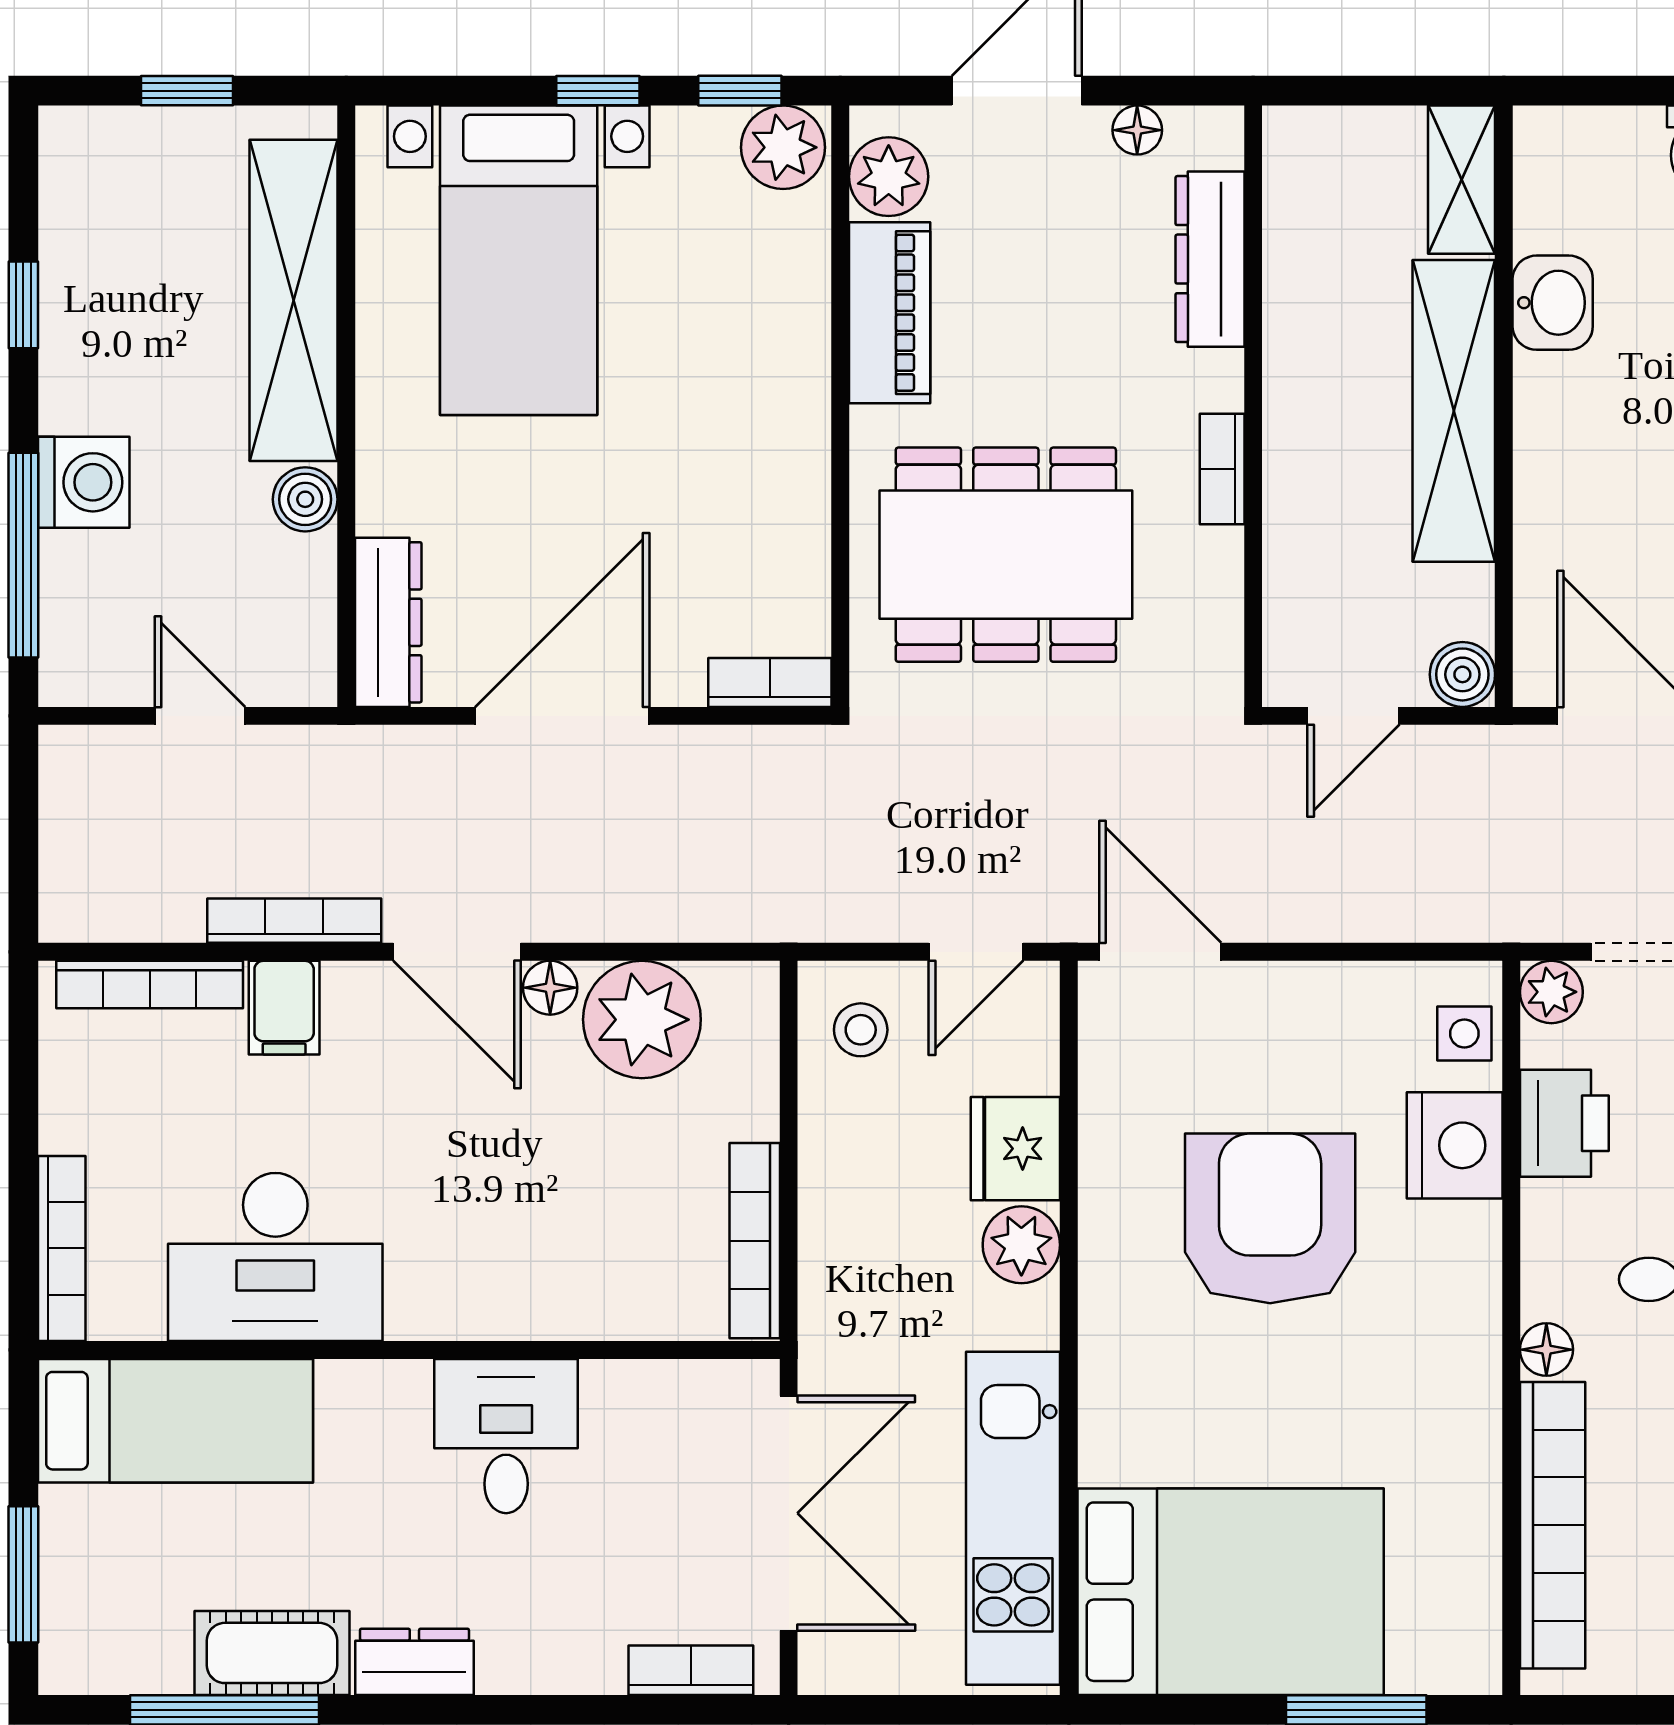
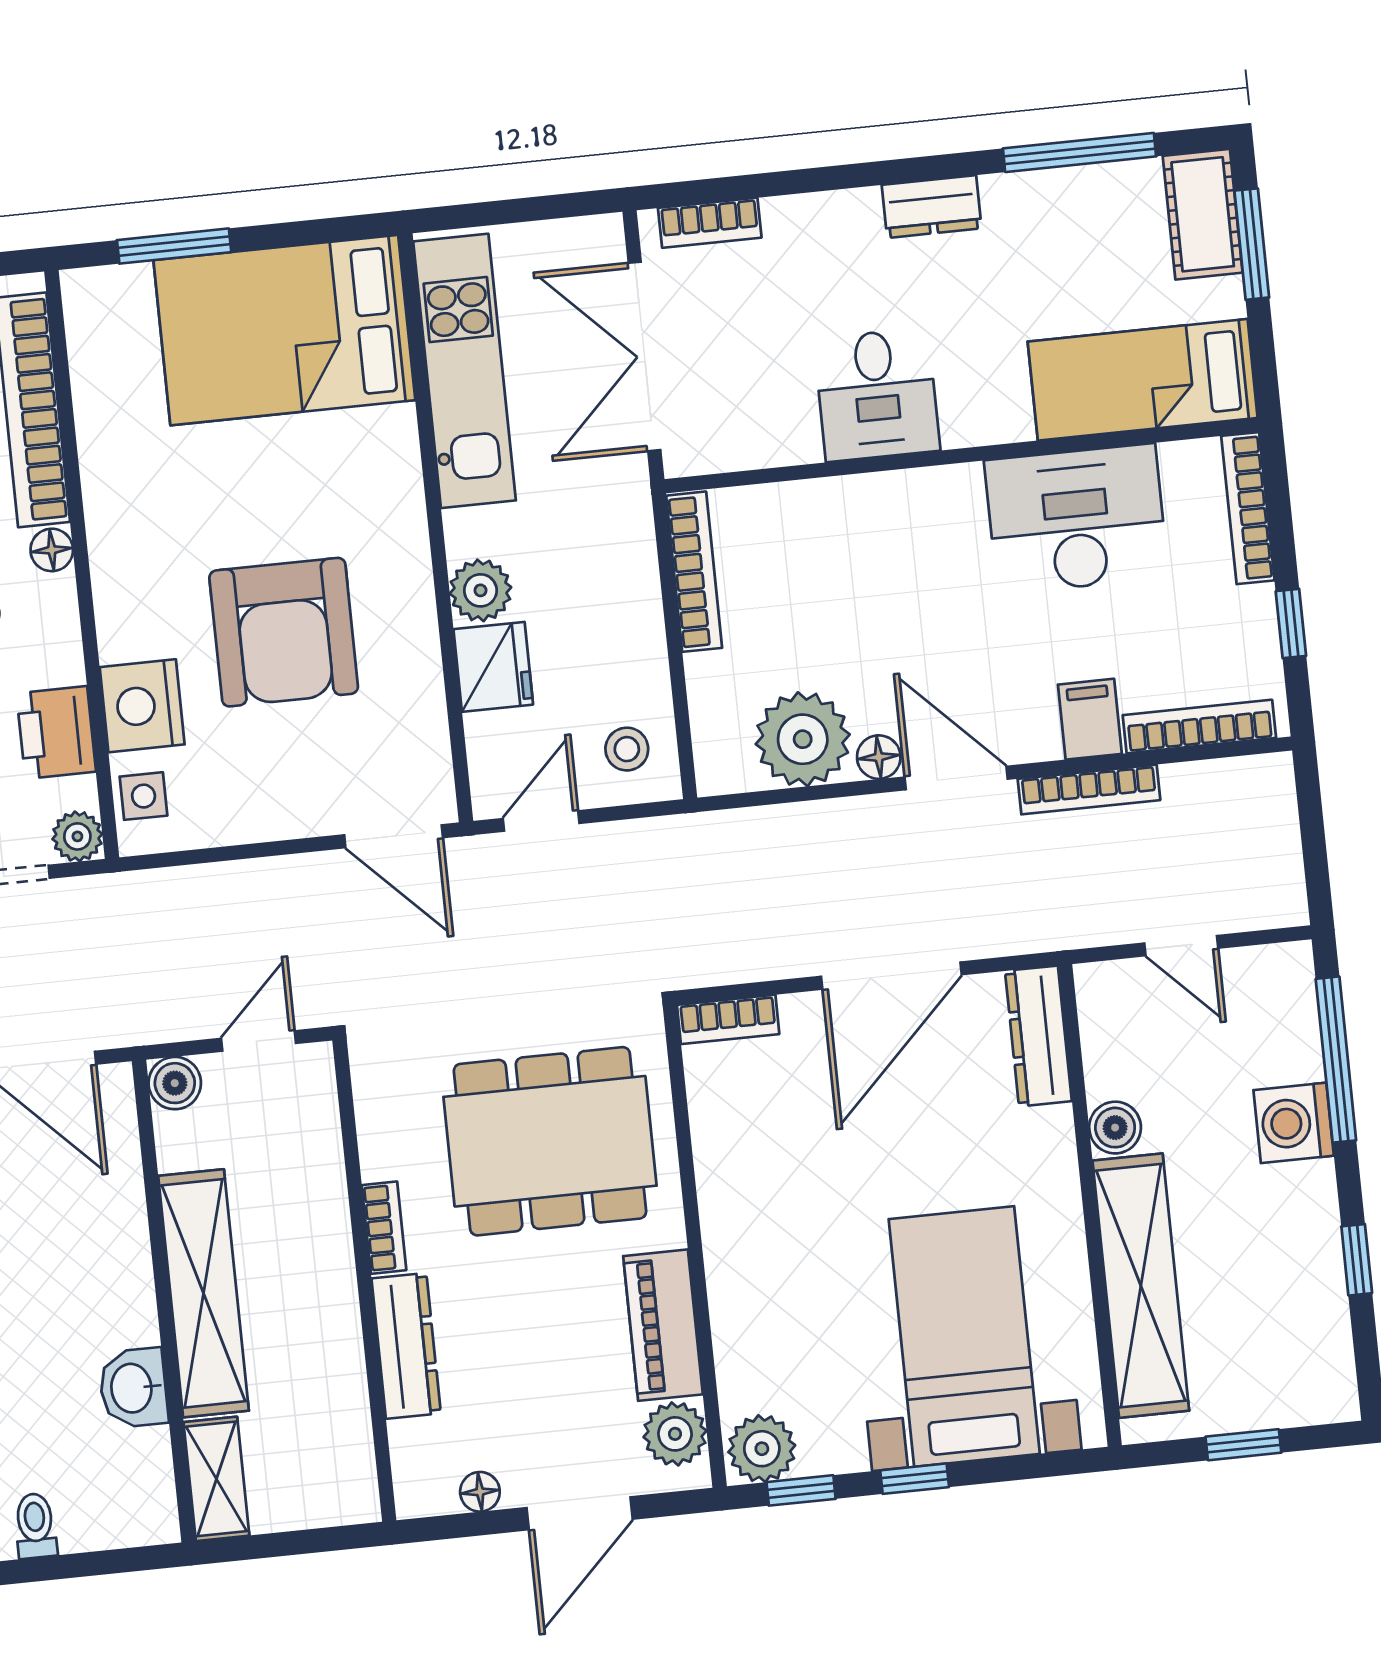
dresser: (1210, 259) -> (406, 1346), moved
window: (23, 1100) -> (1291, 623), added
cot: (272, 1653) -> (1203, 214), moved, turned 90

